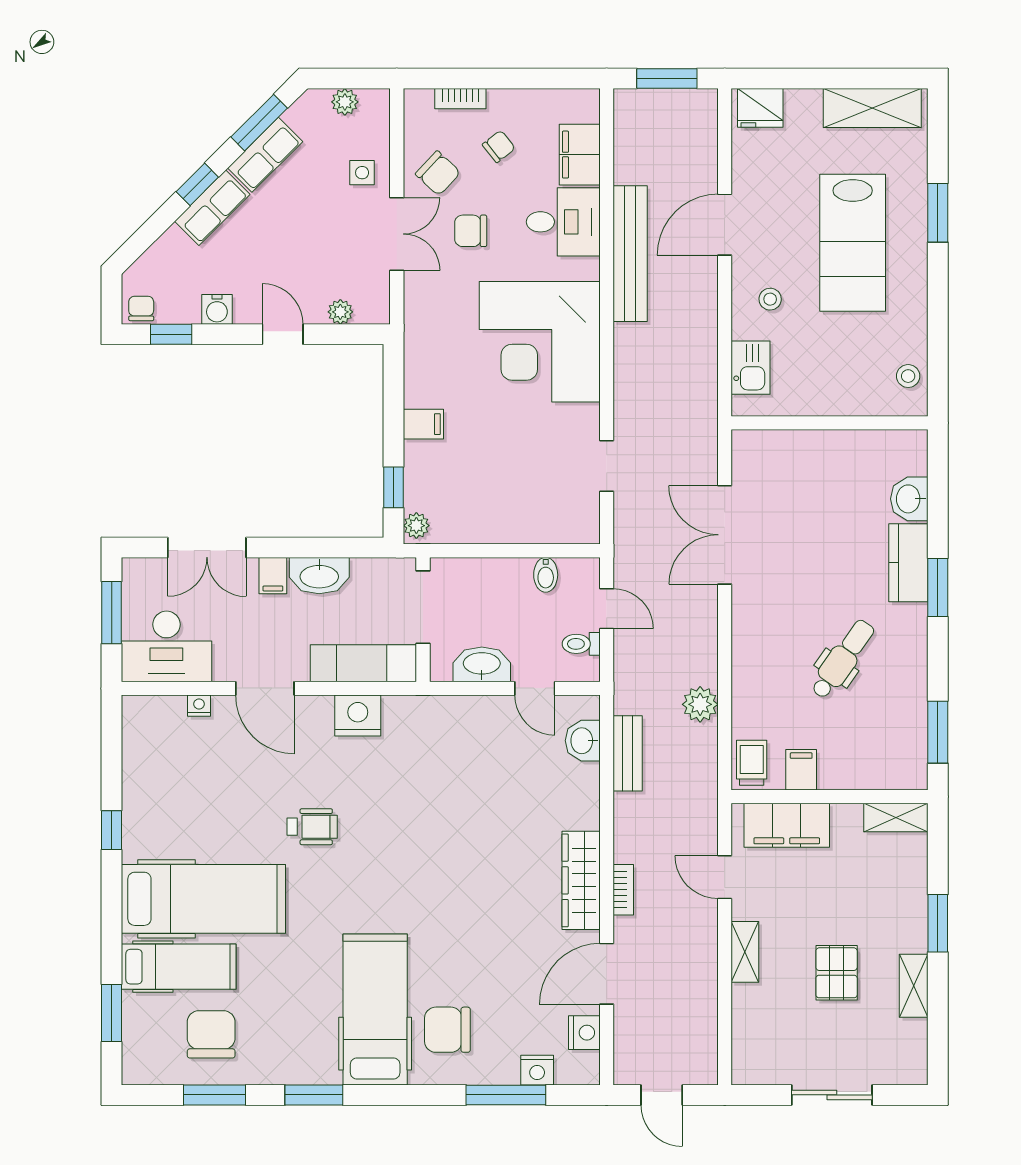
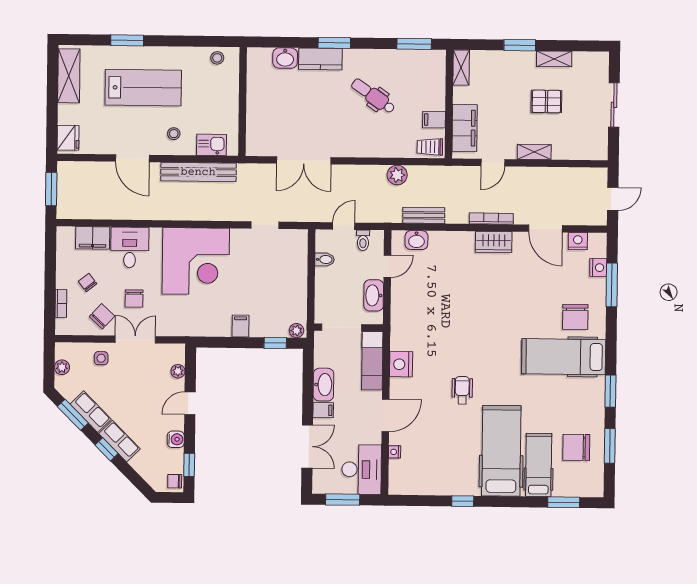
bench: (630, 254) -> (198, 172), moved
wardrobe: (581, 880) -> (494, 242), width x0.67
bookcase: (623, 890) -> (491, 219), width x1.56

